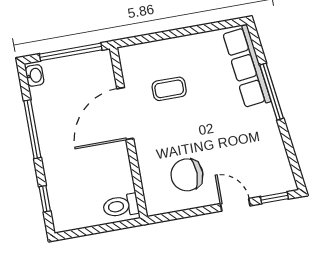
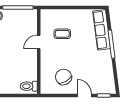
door: (125, 114) -> (39, 42), width x0.53
chair: (187, 175) -> (63, 77), turned 61

